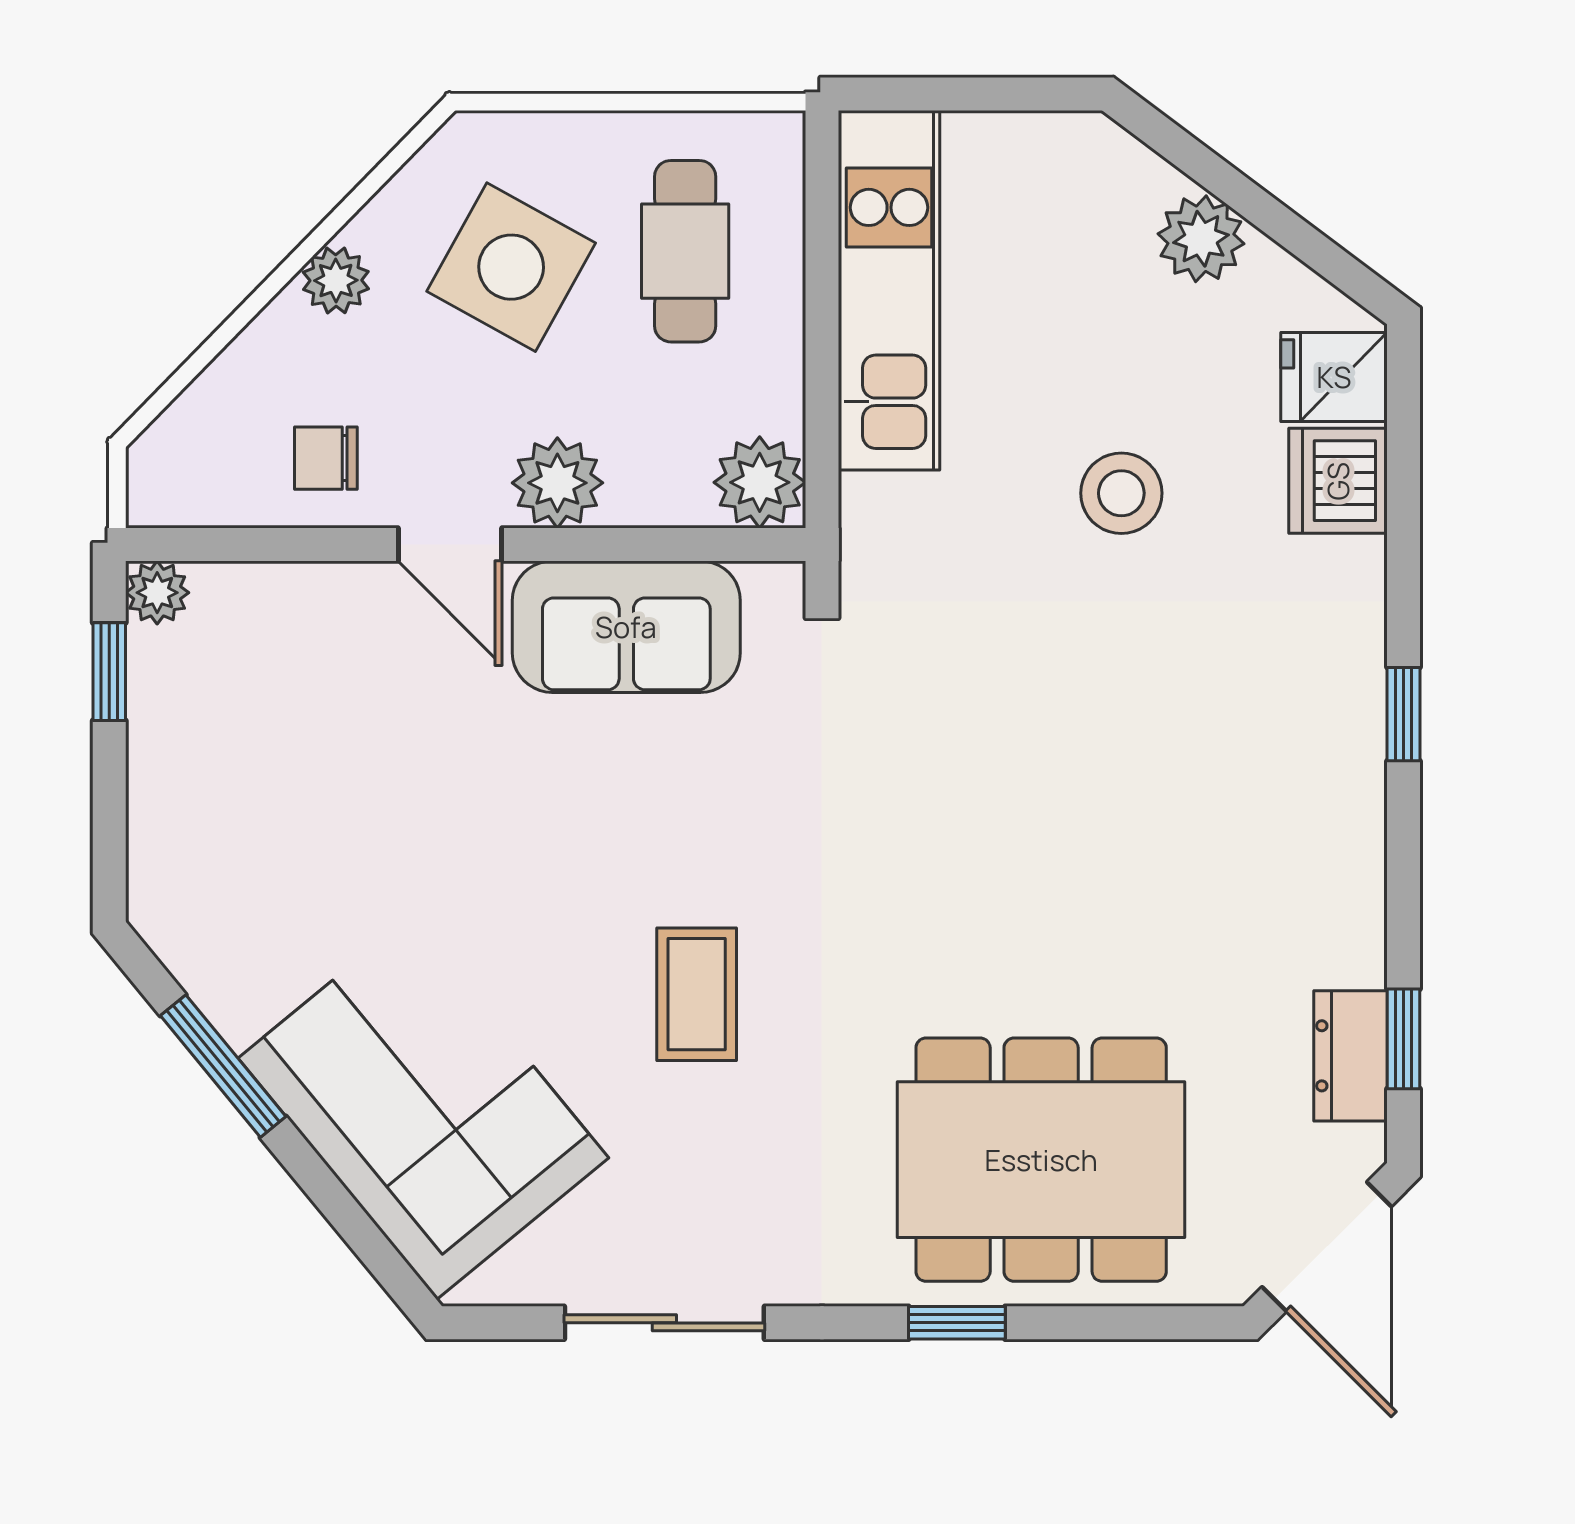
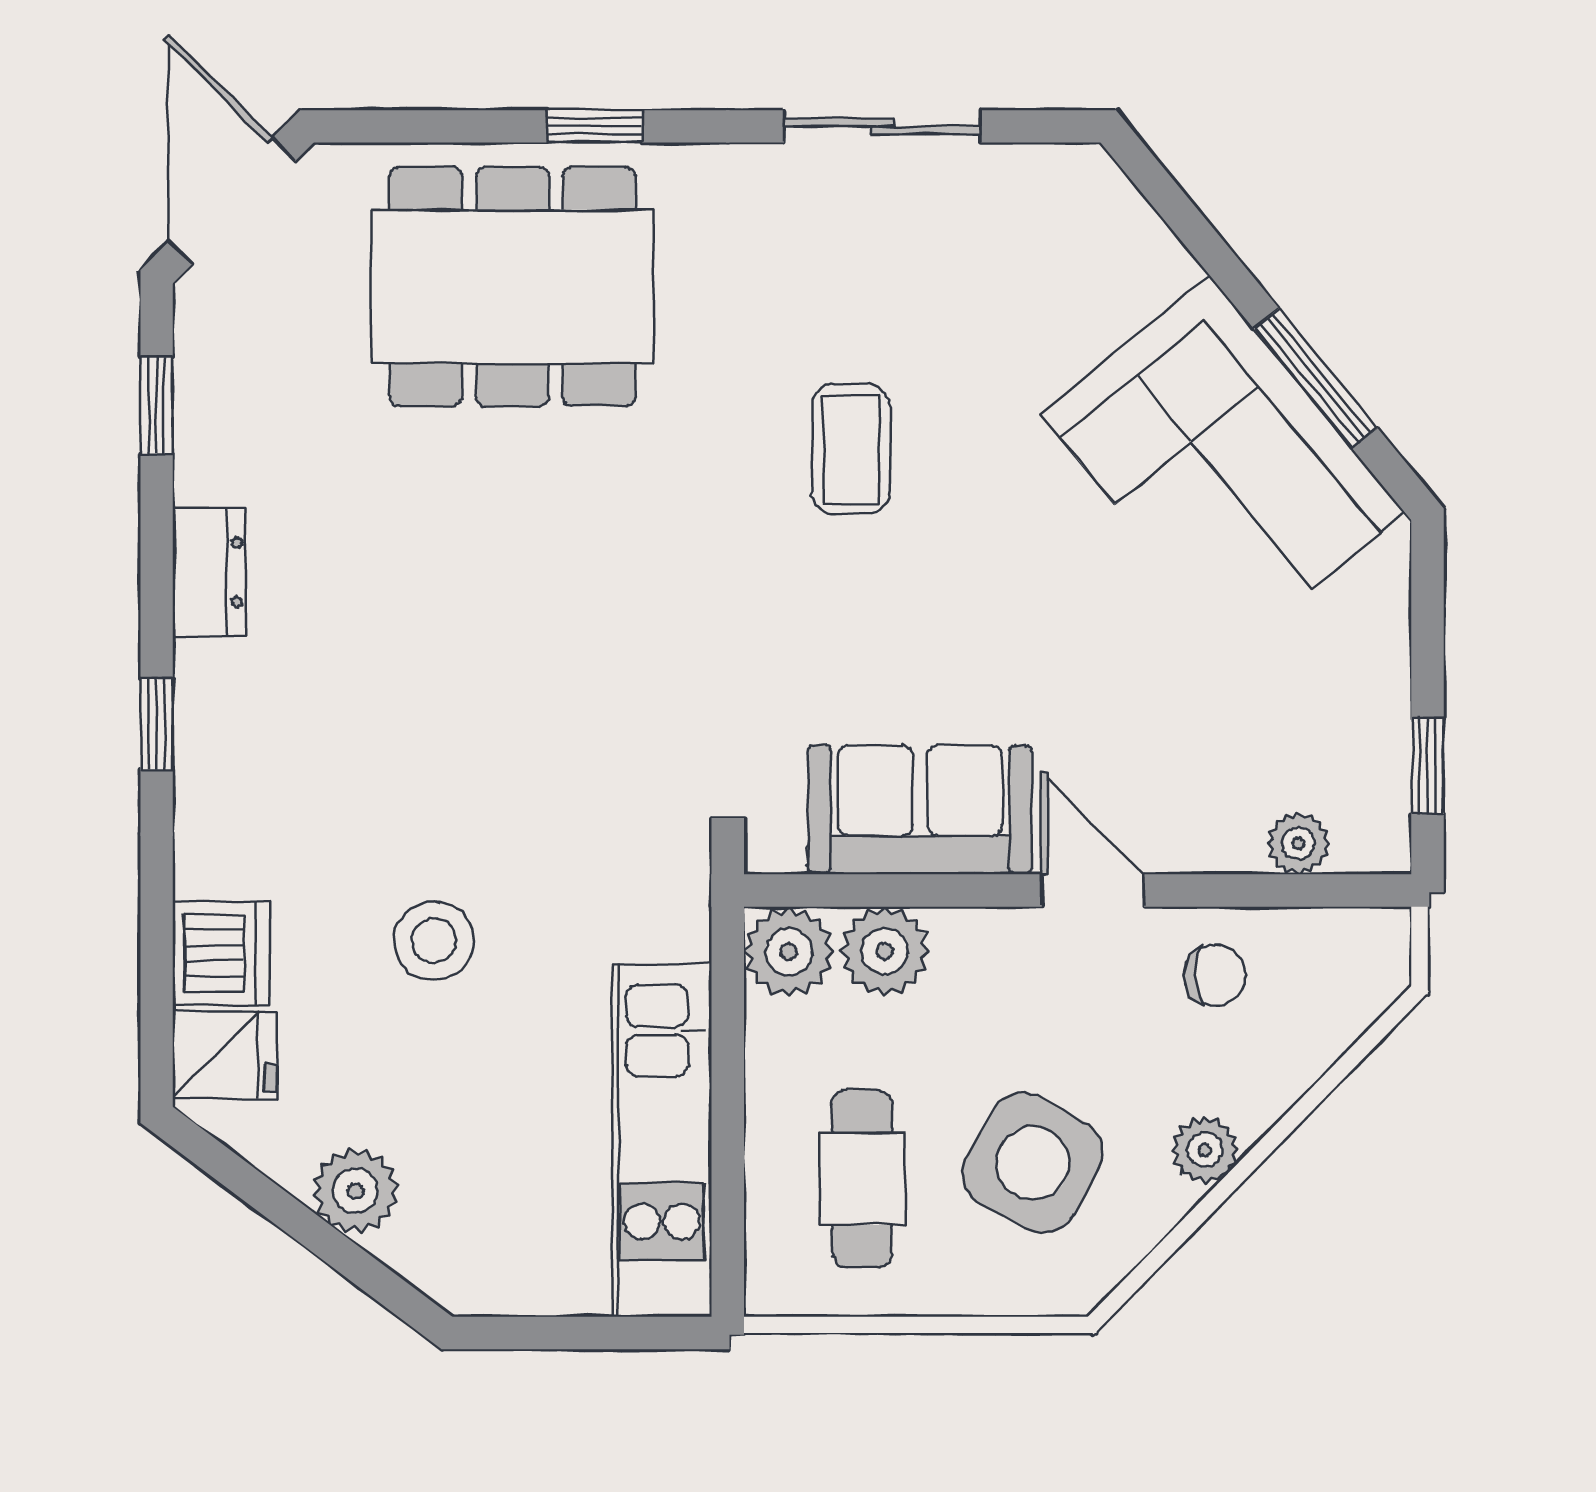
plant: (557, 483) -> (885, 951), moved
plant: (157, 593) -> (1298, 843), moved
dresser: (1350, 1056) -> (209, 572), moved
corner sofa: (423, 1108) -> (1223, 463), moved

